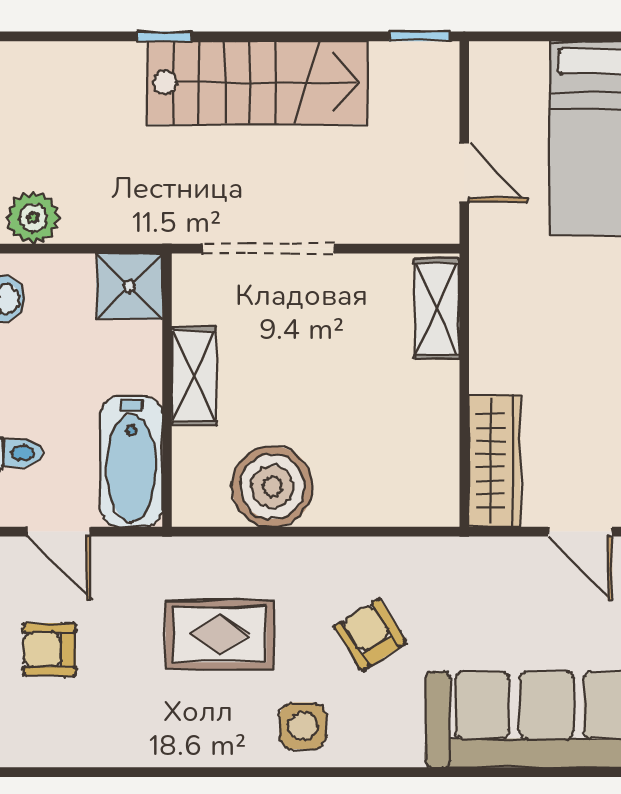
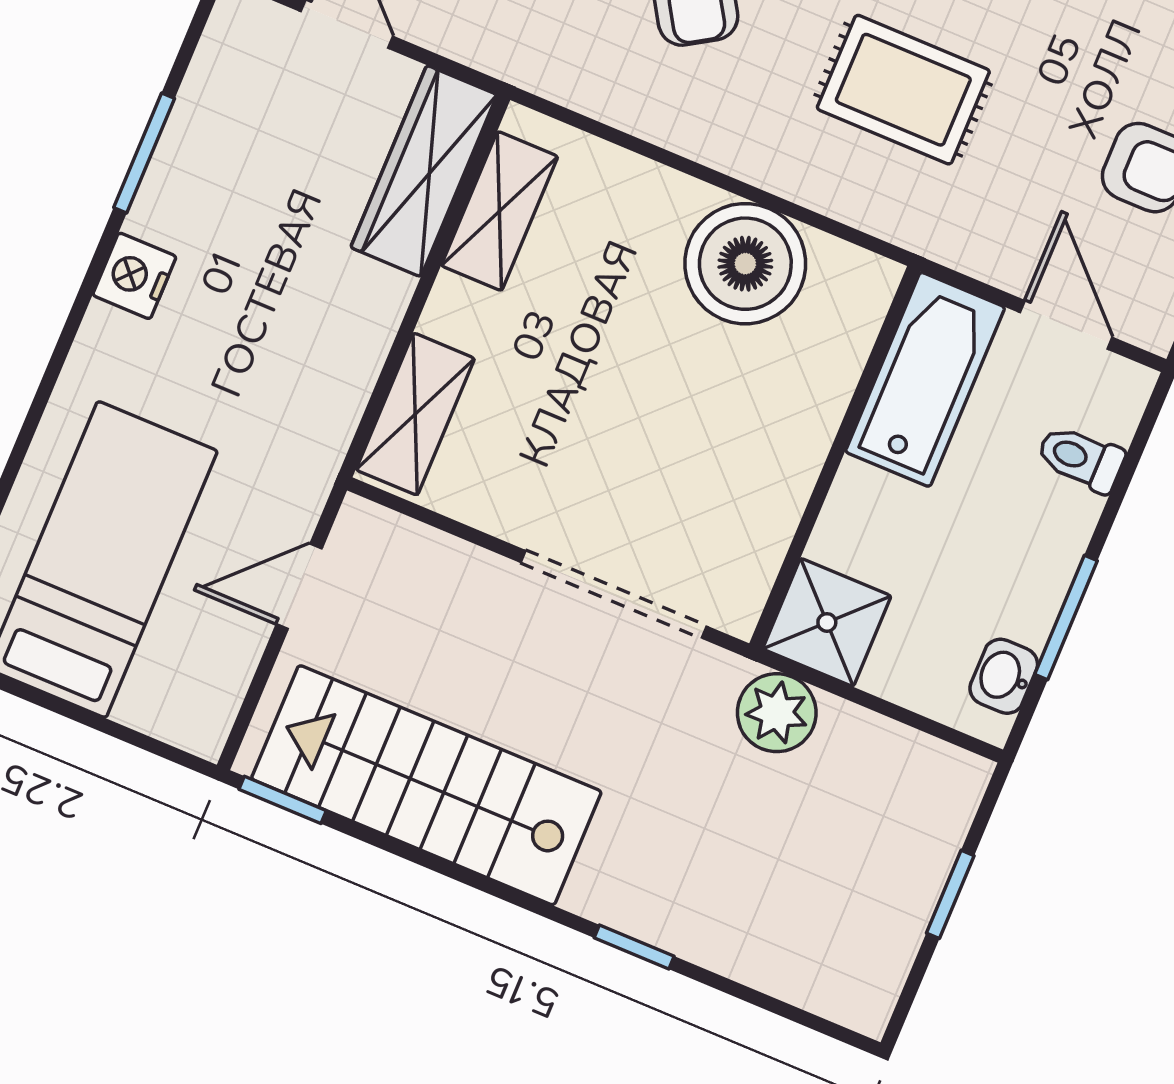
stairs: (257, 82) -> (426, 785), moved
door: (464, 172) -> (299, 586), hinge flipped
plant: (33, 218) -> (777, 713), moved
shelving: (194, 376) -> (500, 211), moved

